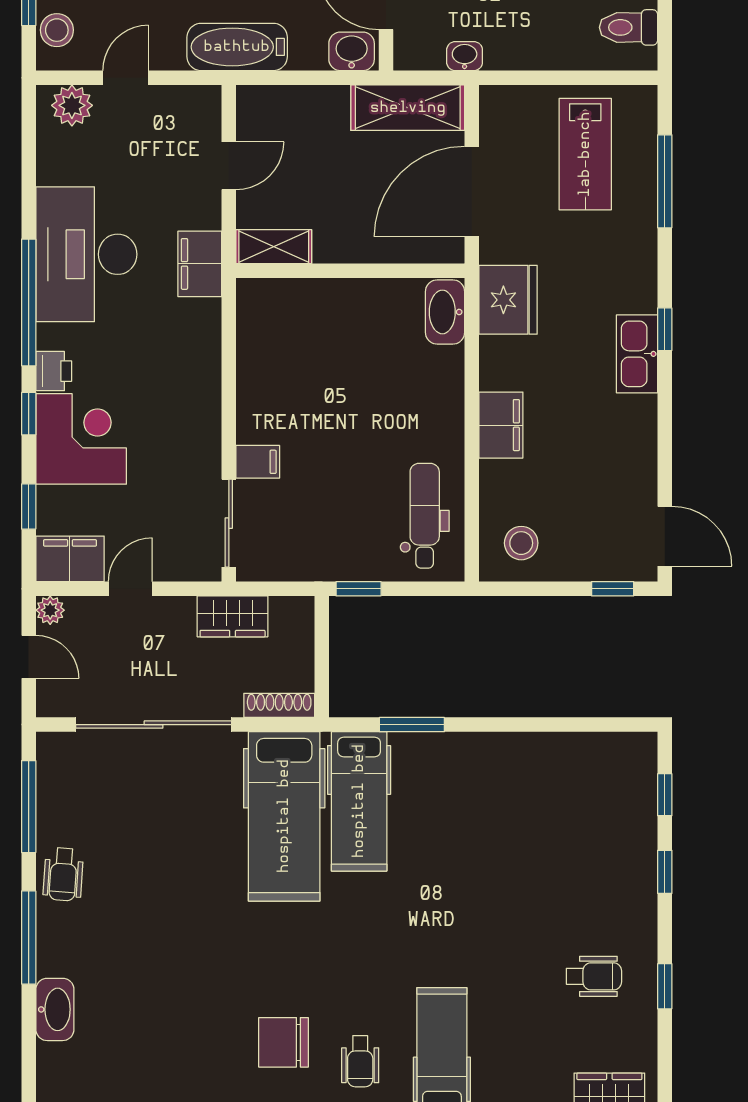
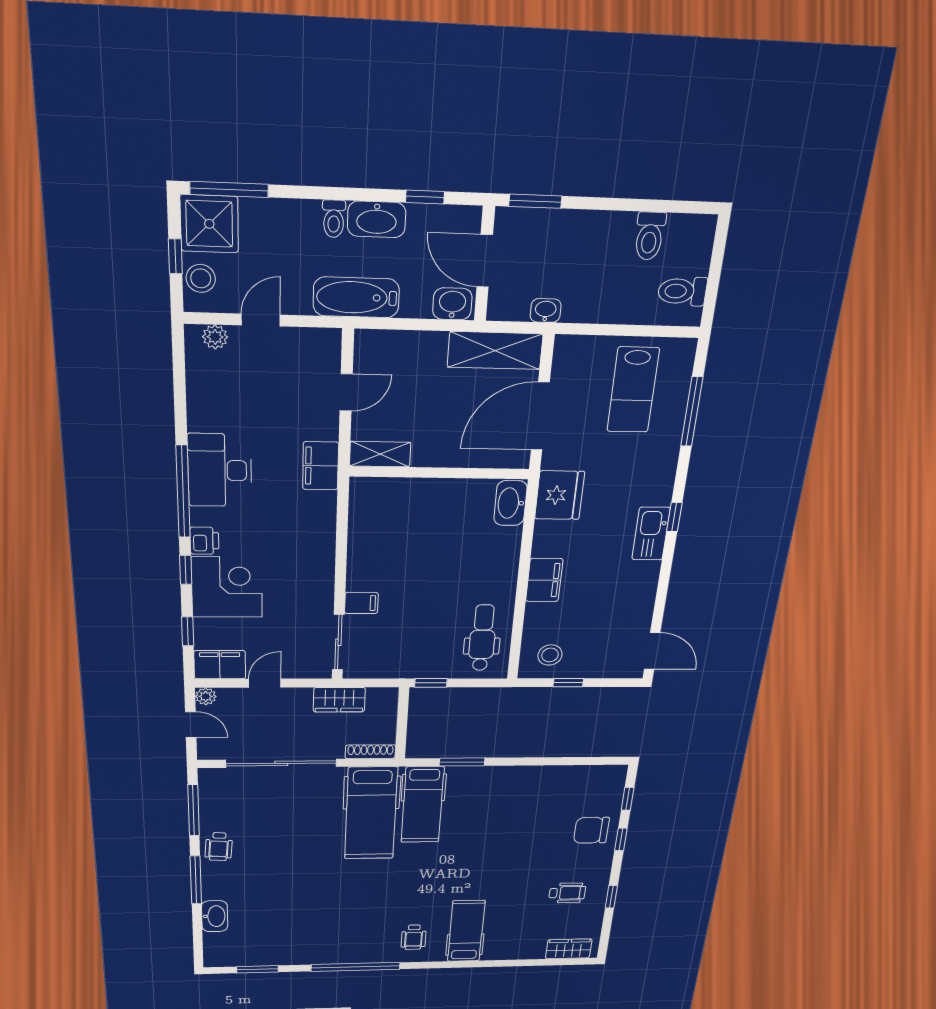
plant: (72, 105) -> (215, 337), width x0.73, depth x0.73
desk: (86, 254) -> (220, 470), width x0.73, depth x0.77
window: (613, 589) -> (568, 683), moved
chair: (283, 1042) -> (591, 830), moved

